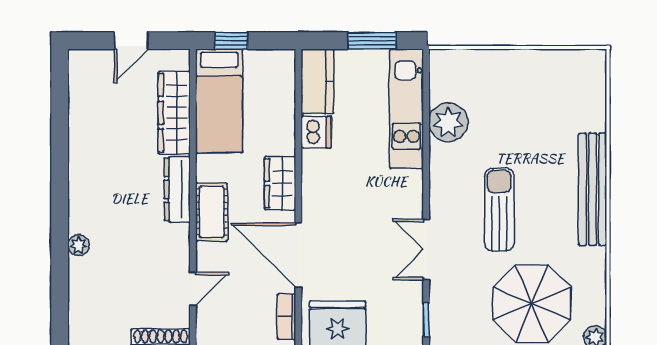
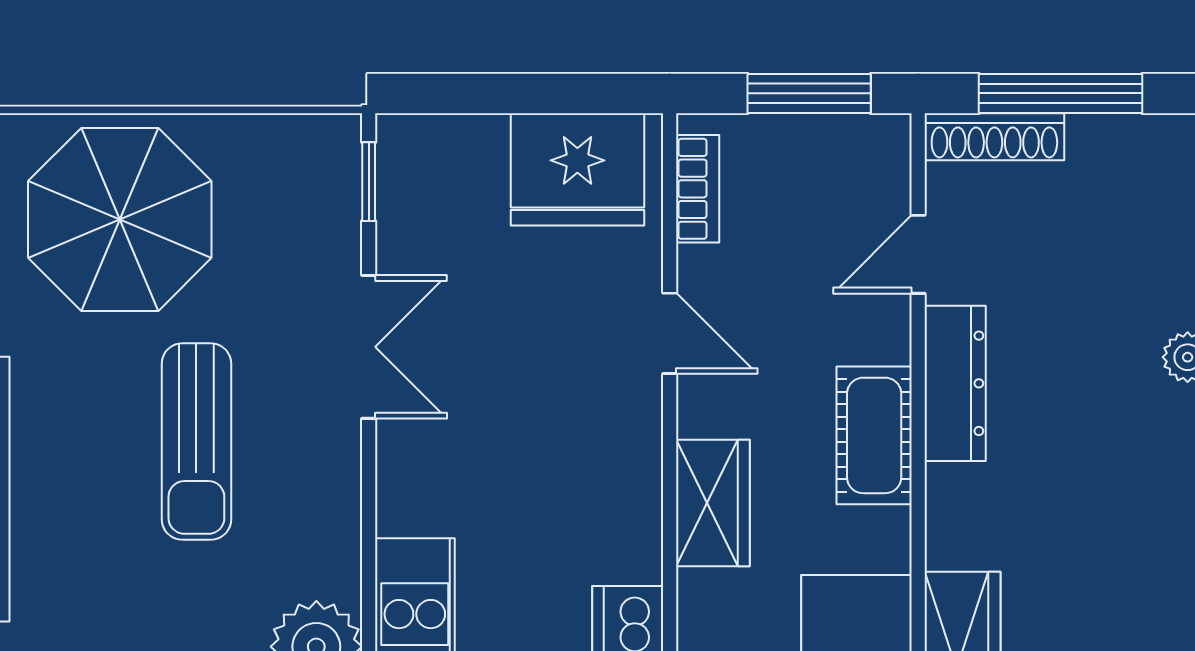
dresser: (177, 189) -> (955, 383), moved
door: (298, 255) -> (670, 333), width x0.53

